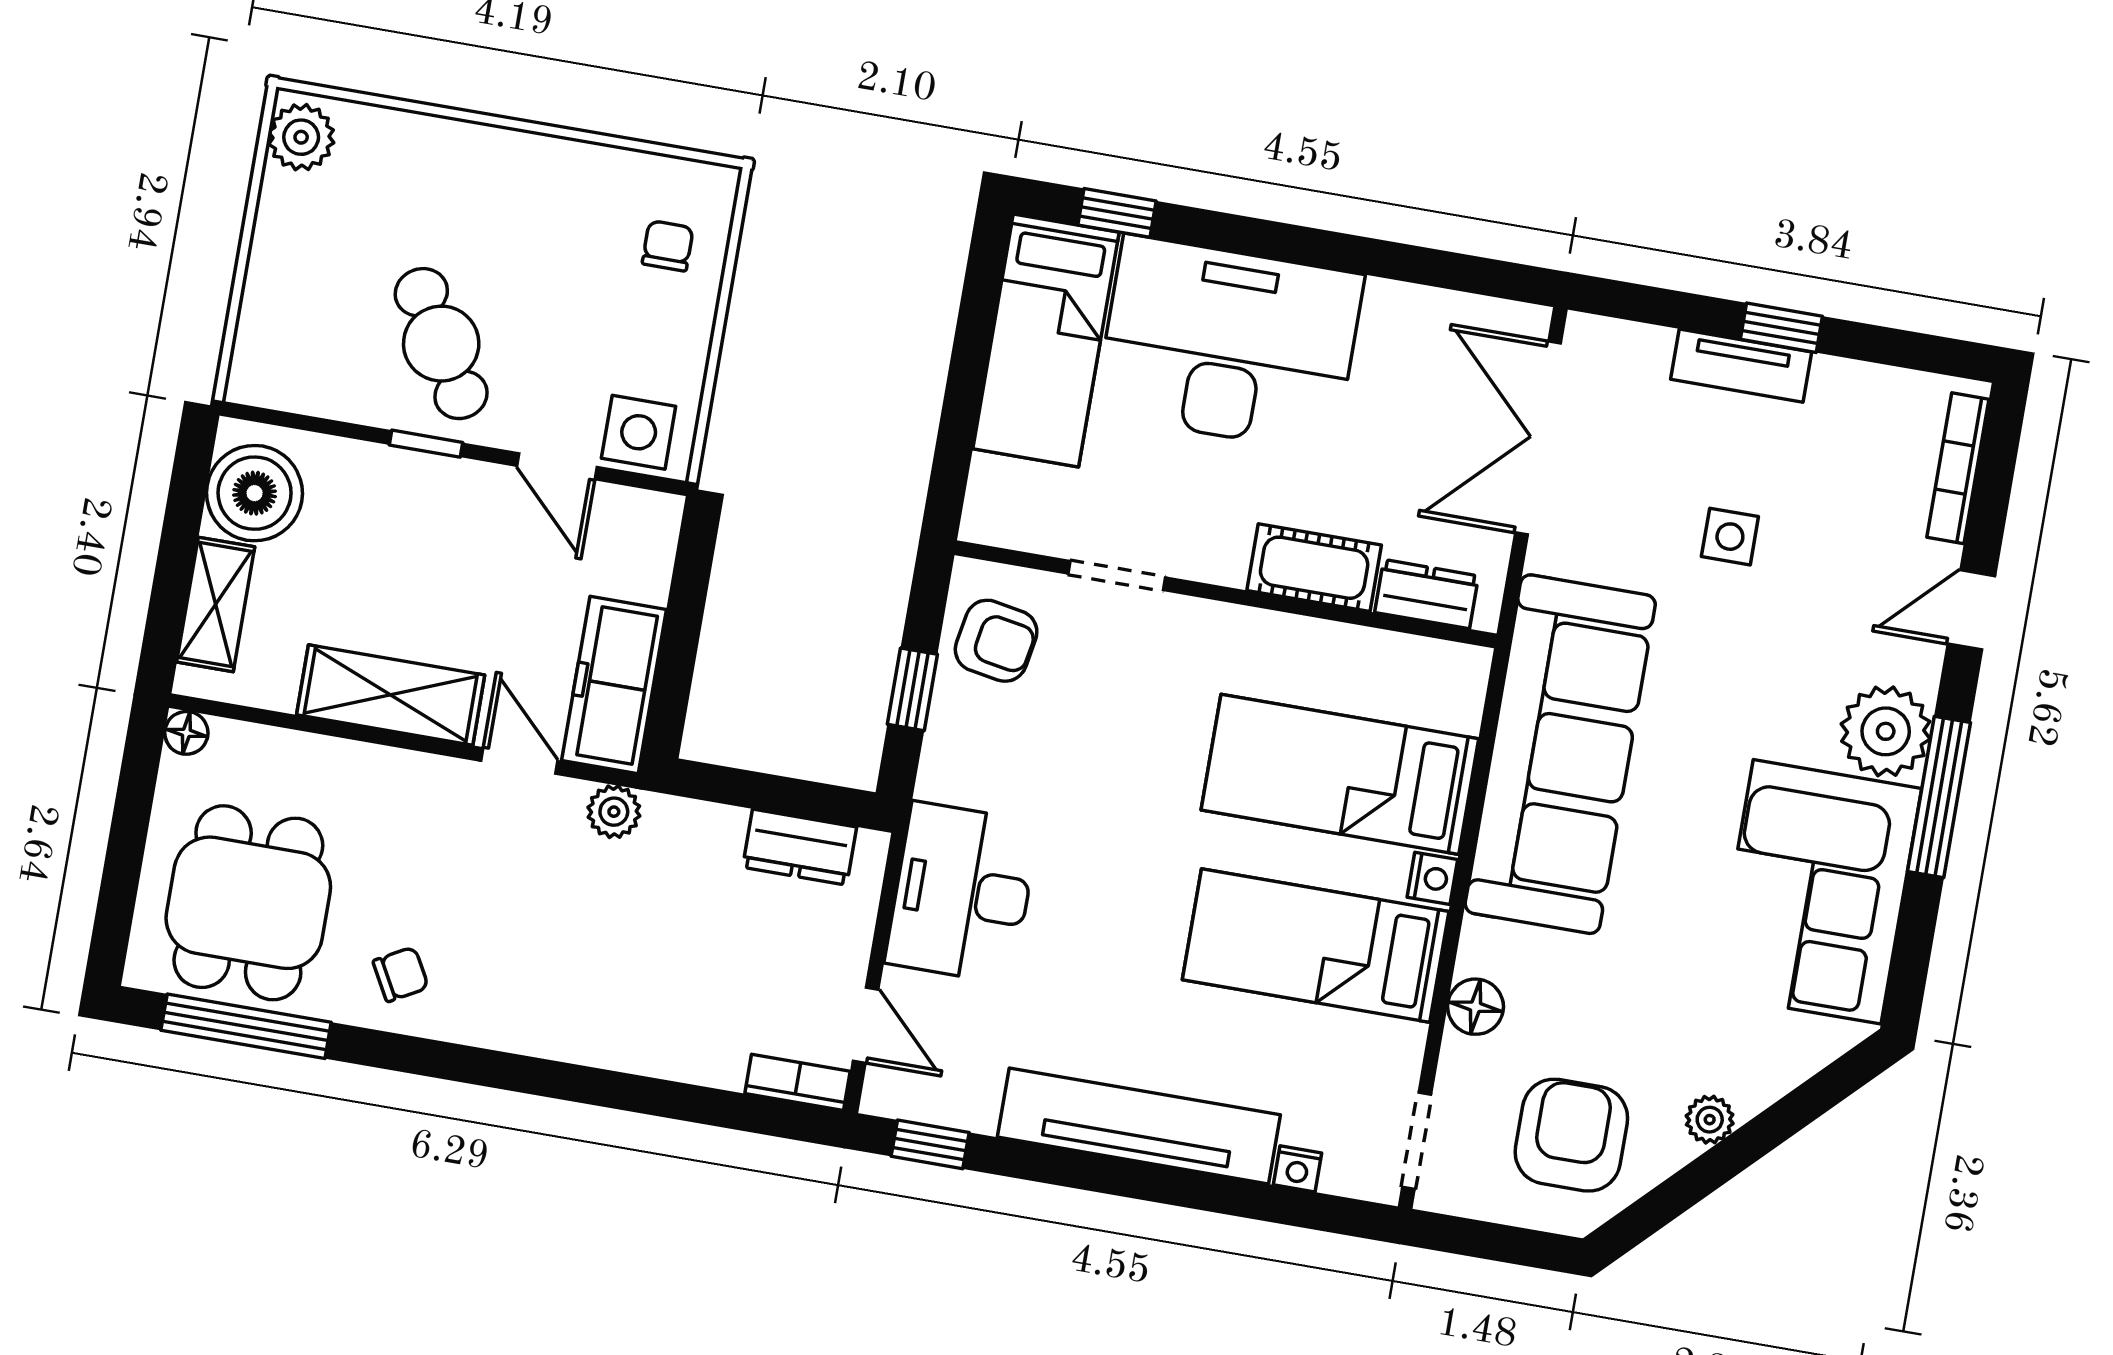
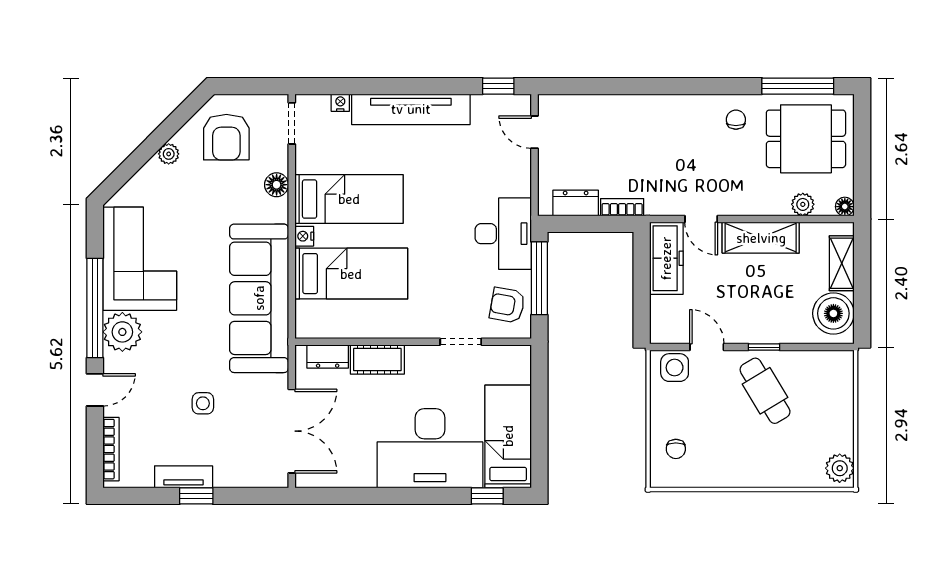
tv unit: (1741, 366) -> (184, 477), moved
window: (912, 689) -> (539, 278), width x2.17
window: (1939, 797) -> (95, 308), width x1.46
plant: (614, 812) -> (803, 204), moved
desk: (962, 893) -> (503, 234), moved
dining table: (248, 903) -> (806, 139), turned 90
chair: (401, 974) -> (736, 120), turned 119
bookcase: (798, 1082) -> (622, 207), moved, turned 180

